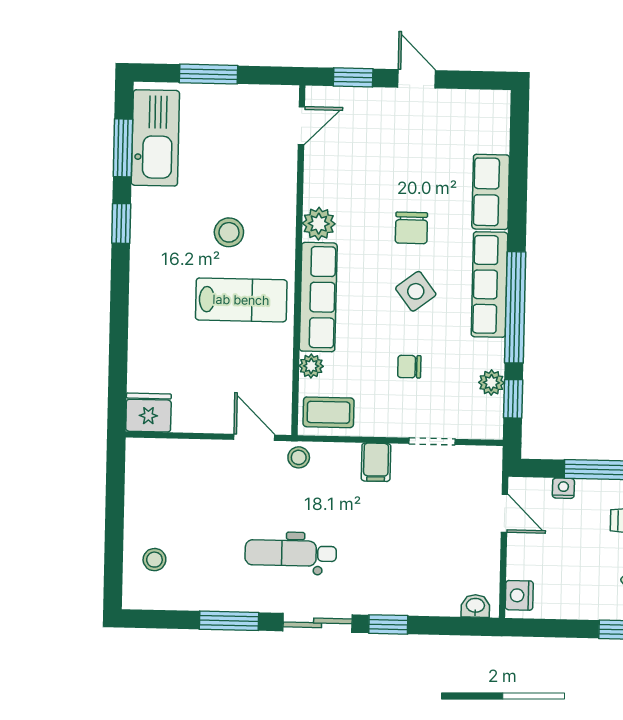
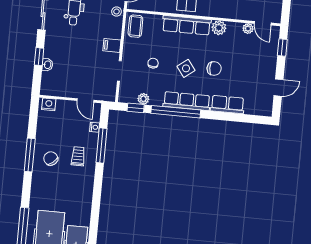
door: (417, 79) -> (278, 88), moved
chair: (411, 228) -> (214, 68), turned 180
plant: (311, 366) -> (248, 29), moved
door: (504, 513) -> (85, 100), hinge flipped
washbasin: (475, 606) -> (47, 65), moved
window: (388, 624) -> (39, 57), moved

